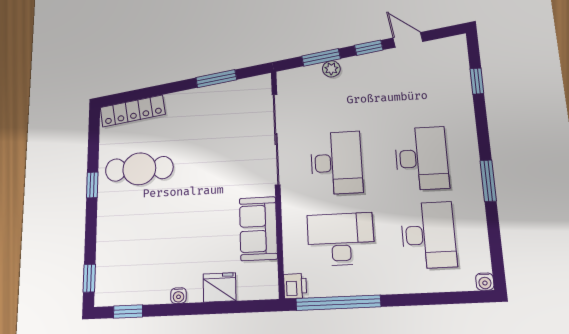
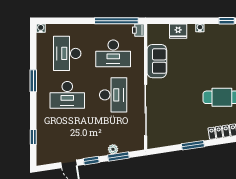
window: (216, 79) -> (193, 145), moved
desk: (422, 158) -> (67, 95), turned -90
desk: (336, 163) -> (113, 95), turned 180

